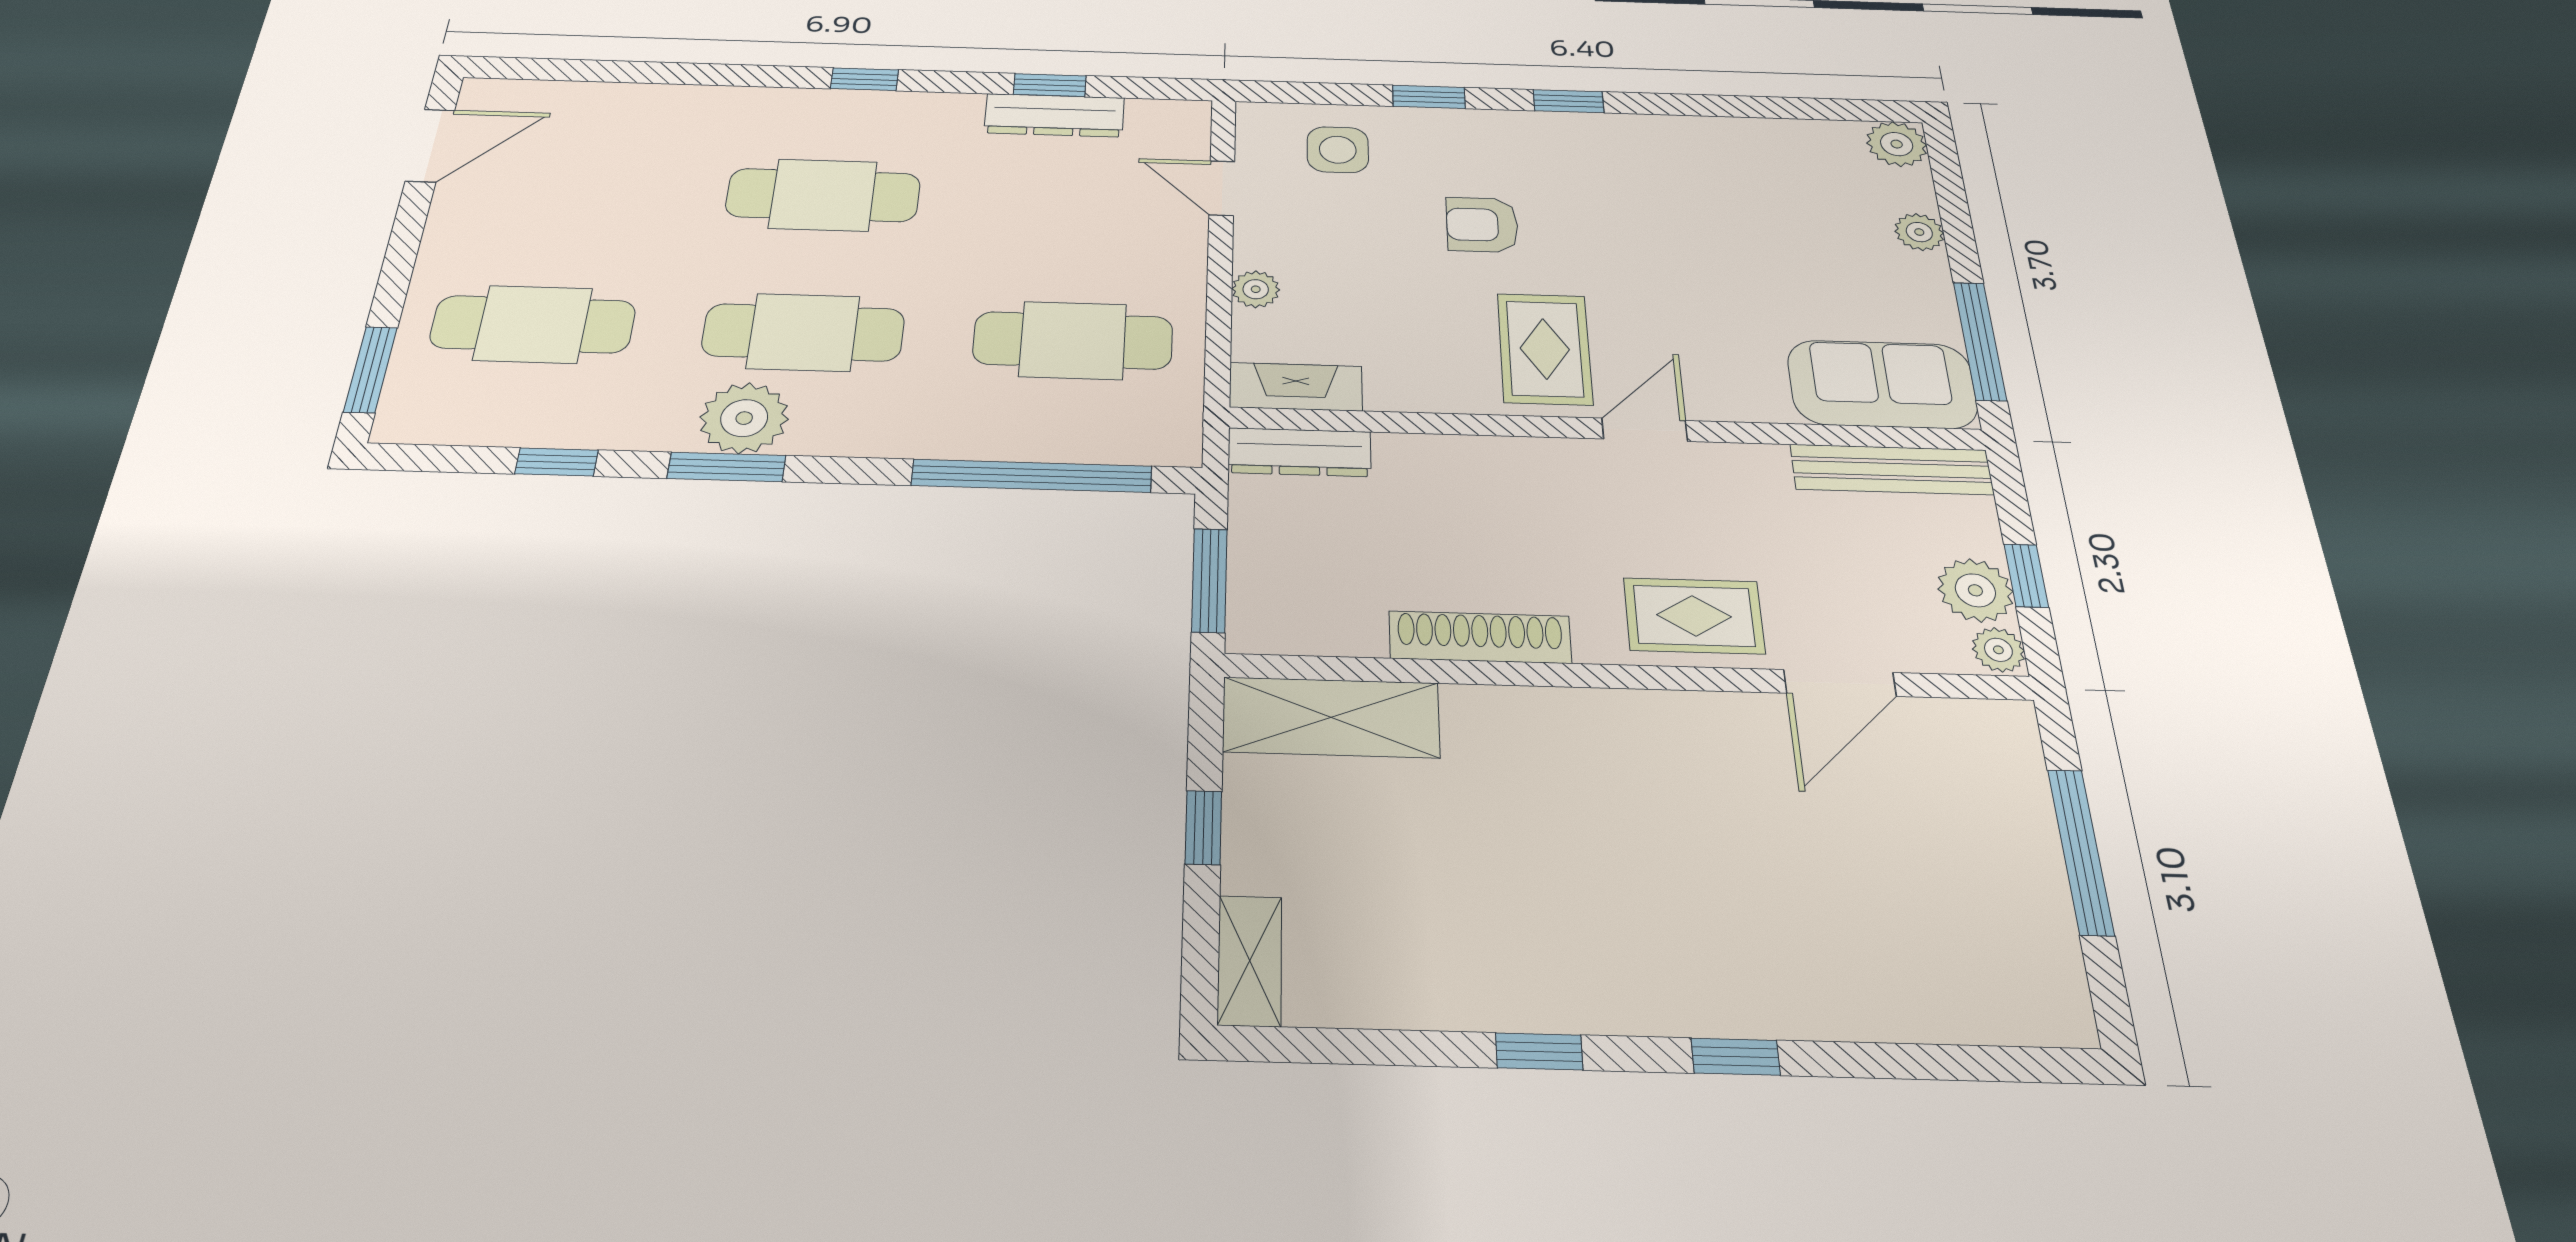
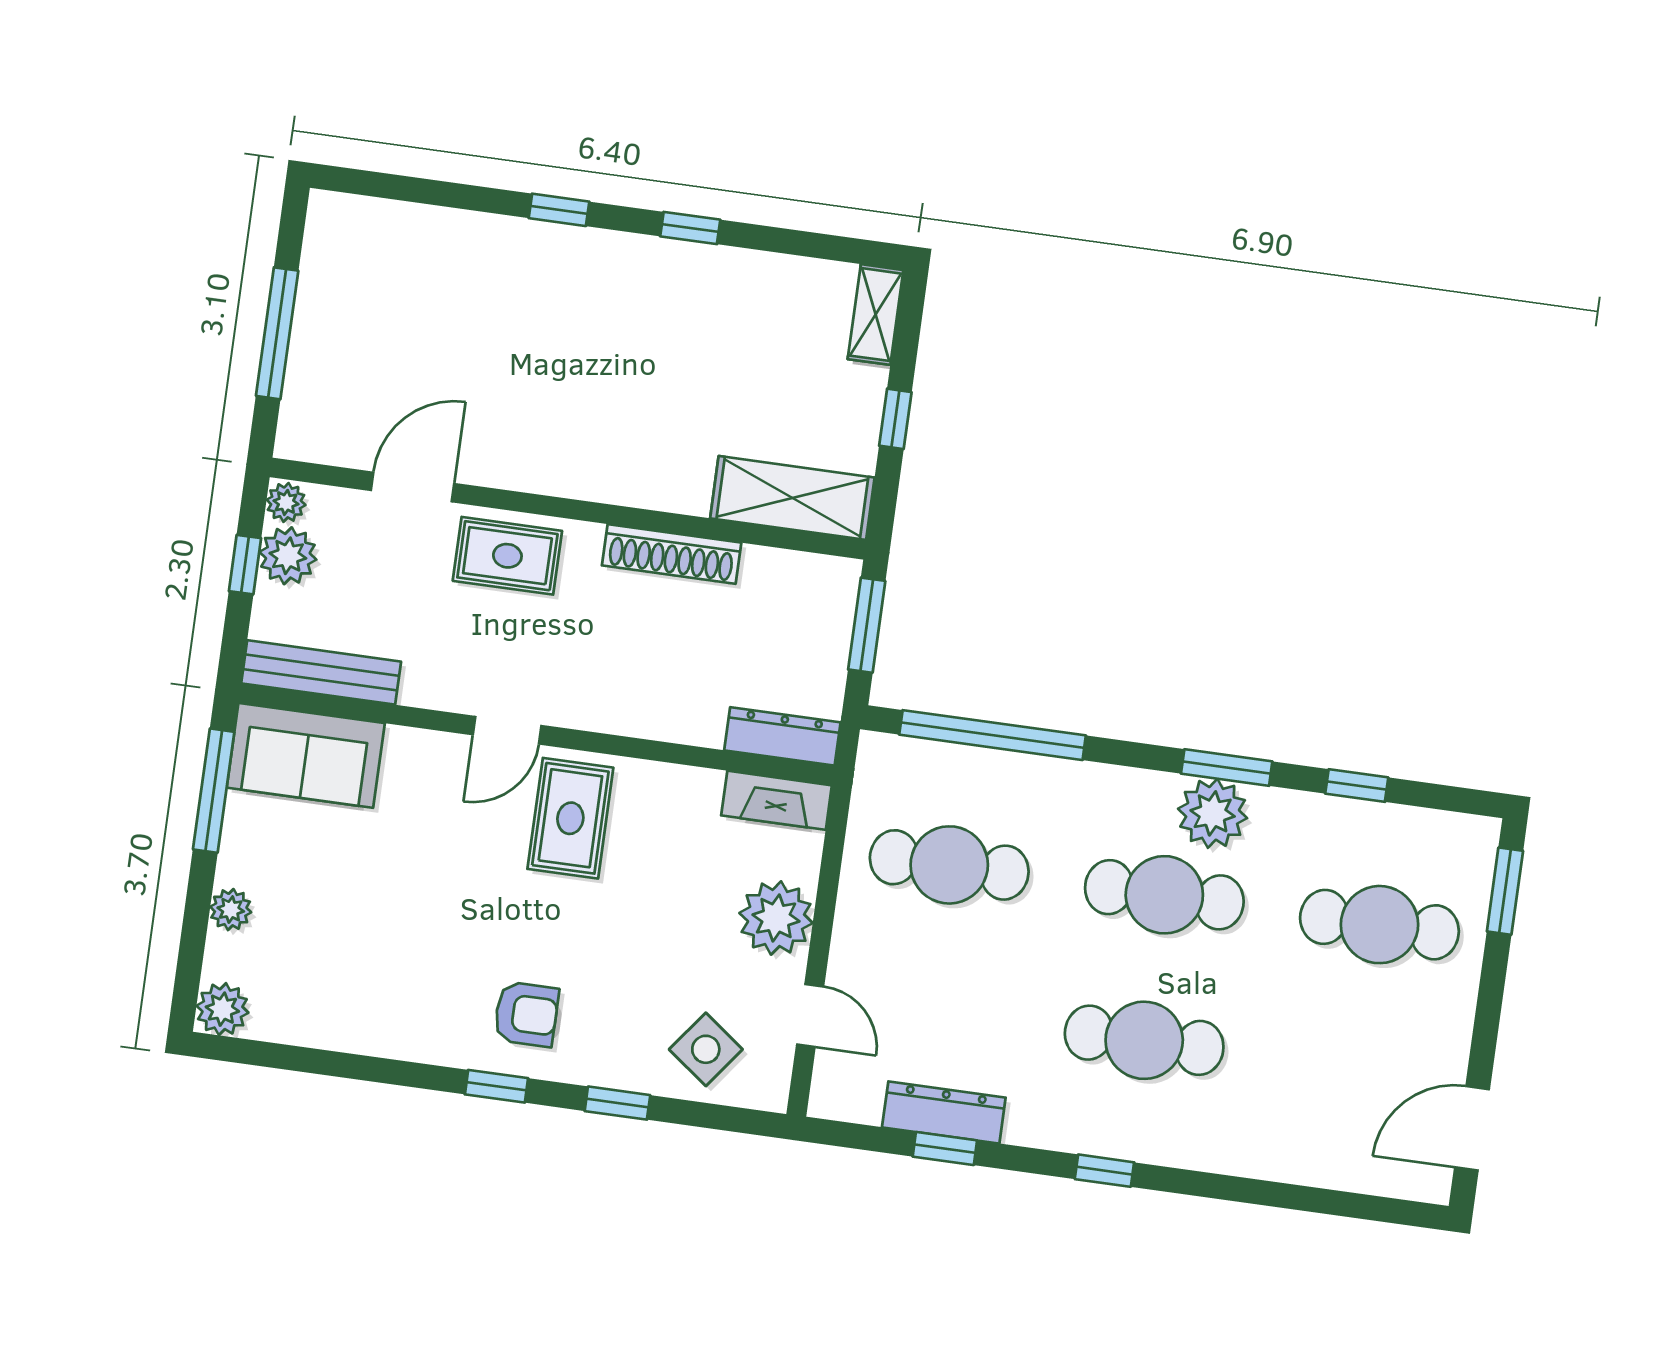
side table: (1338, 150) -> (706, 1049), turned 37
armchair: (1482, 225) -> (526, 1014), moved
plant: (1256, 289) -> (776, 918), width x1.88, depth x1.88

